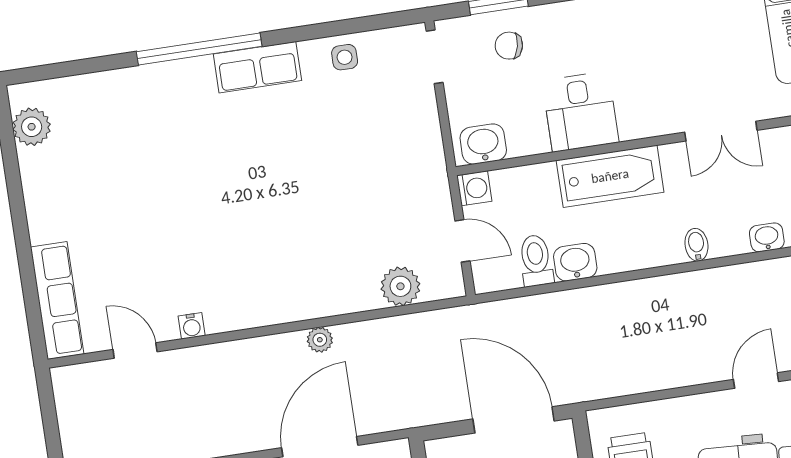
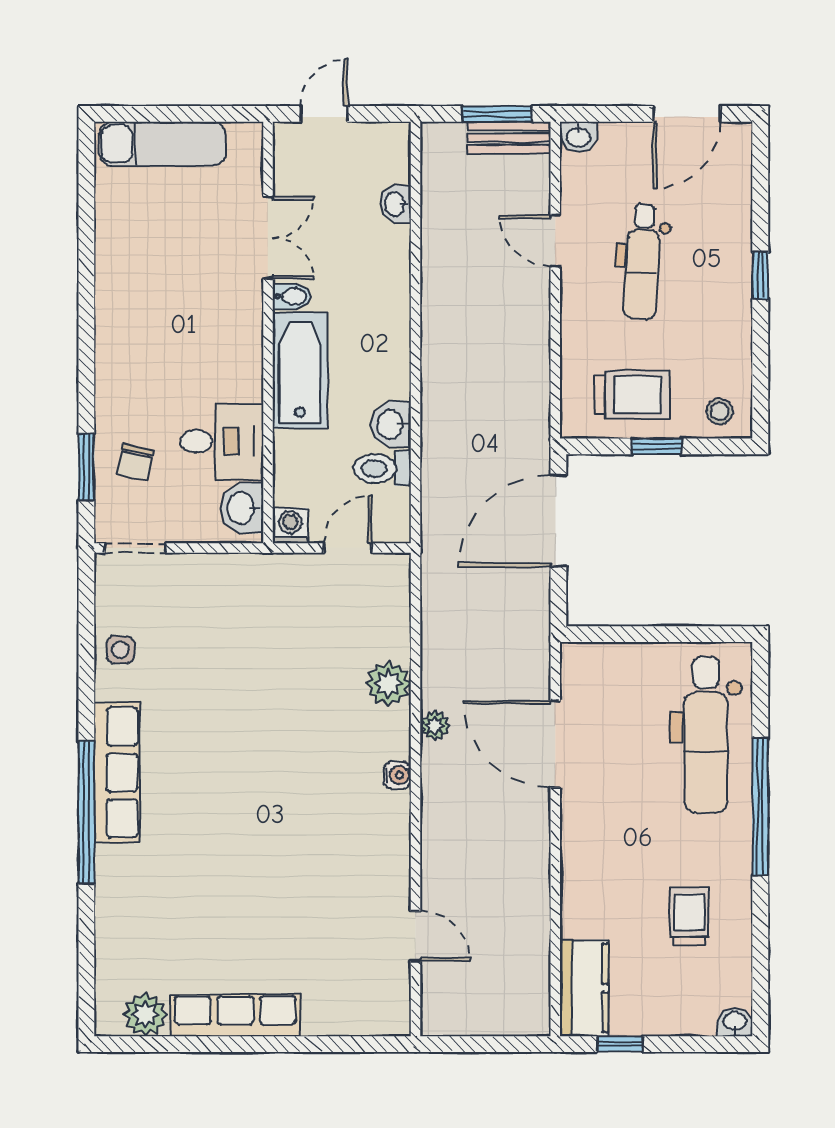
row of seats: (257, 67) -> (117, 772), width x1.48
desk: (580, 112) -> (222, 441), moved
bidet: (696, 245) -> (292, 296), moved, turned 180
plant: (400, 286) -> (388, 684), moved
row of seats: (57, 301) -> (235, 1015), moved
water cooler: (192, 326) -> (397, 775), moved
door: (135, 351) -> (416, 936), swing flipped

